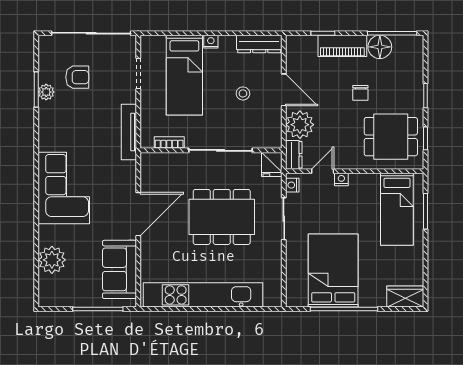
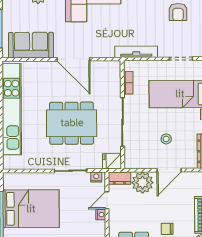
door: (323, 171) -> (107, 200), swing flipped
dining table: (222, 217) -> (72, 123), turned 90

